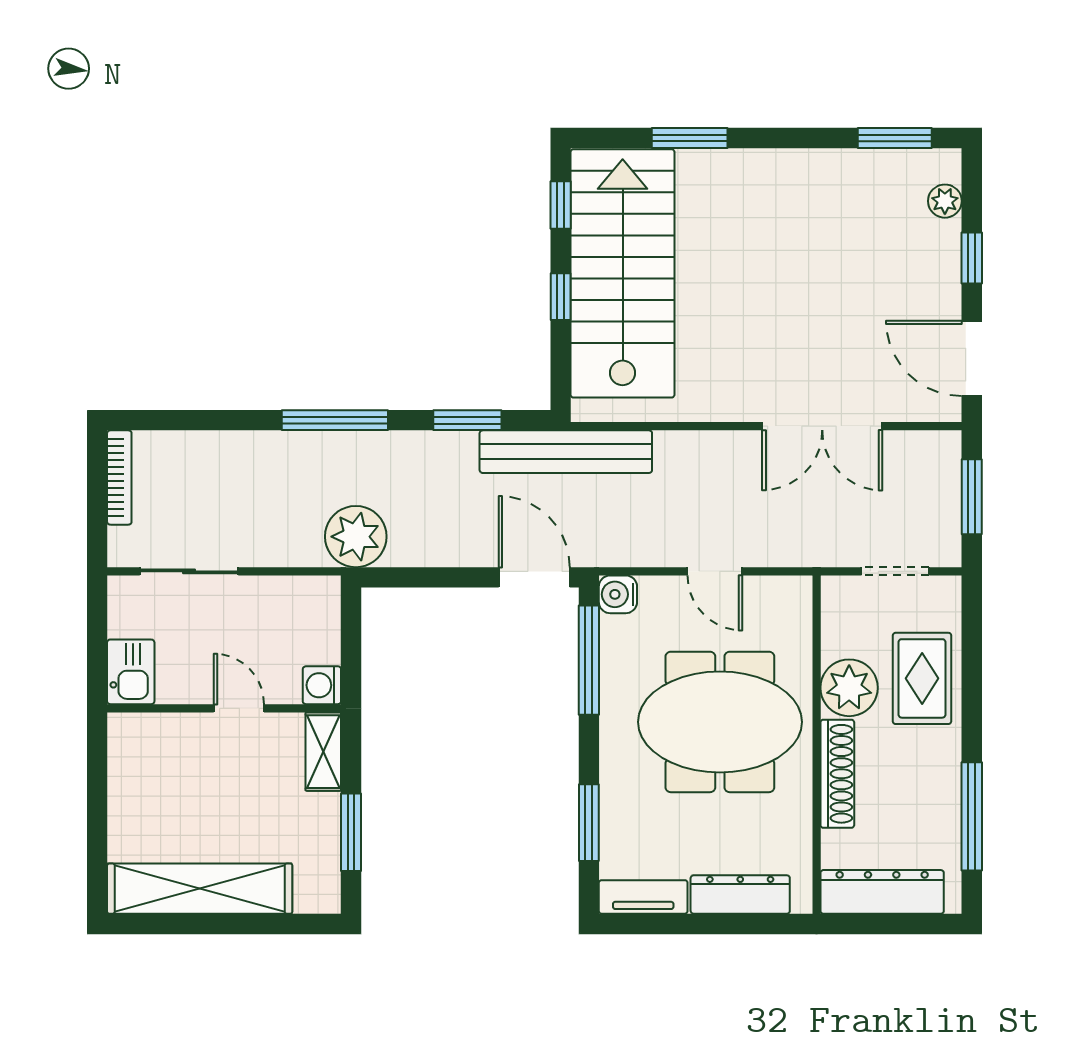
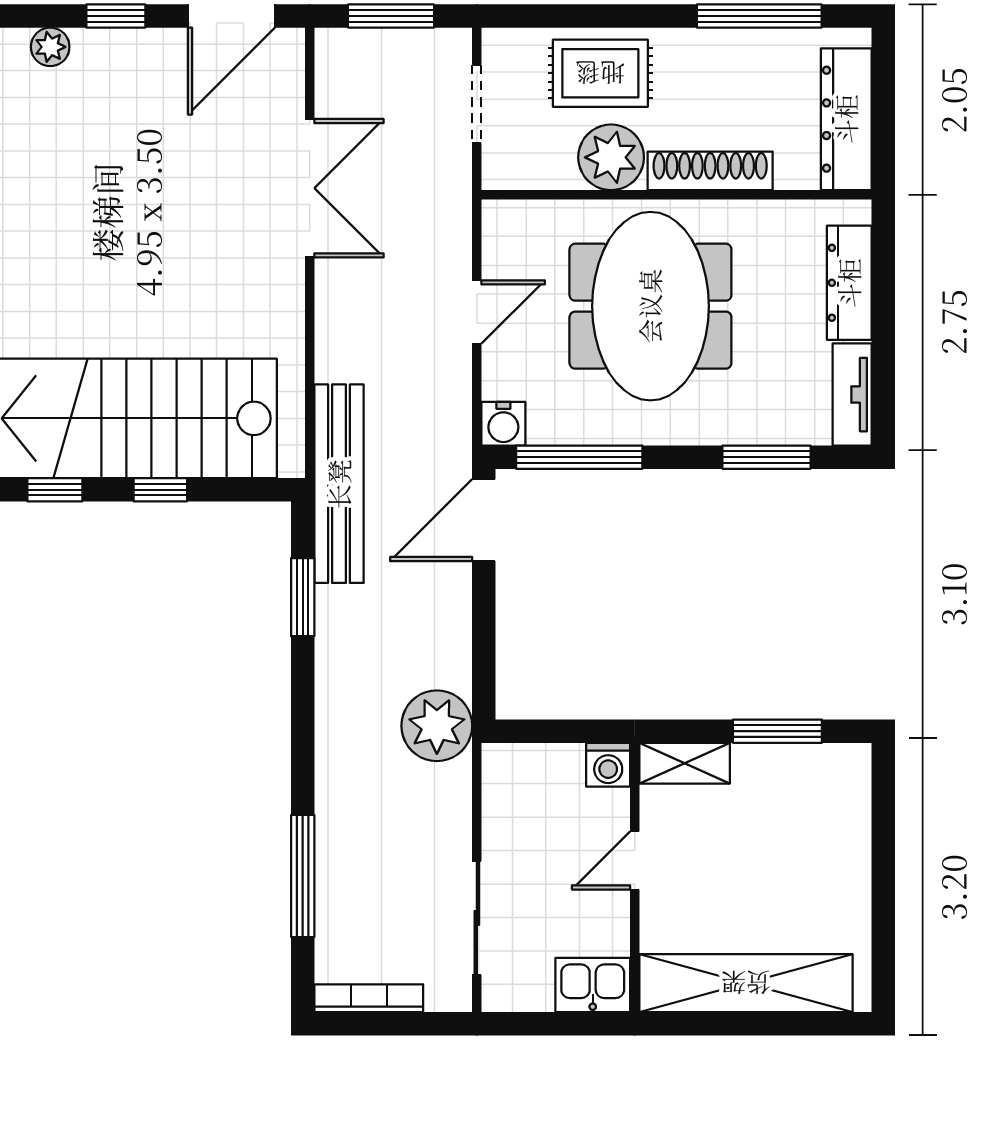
window: (335, 420) -> (303, 876), moved
shelving: (200, 889) -> (746, 983), moved, turned 90

